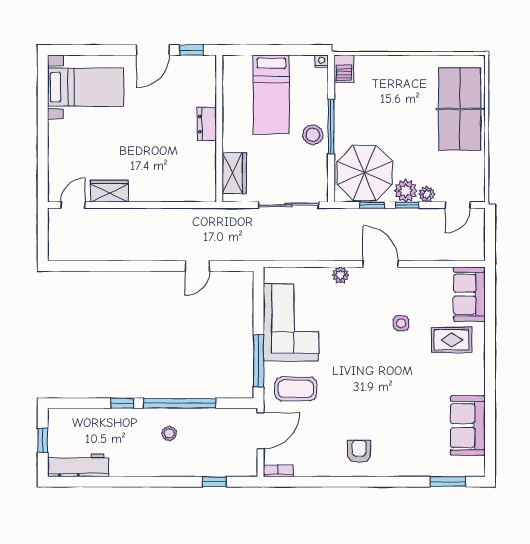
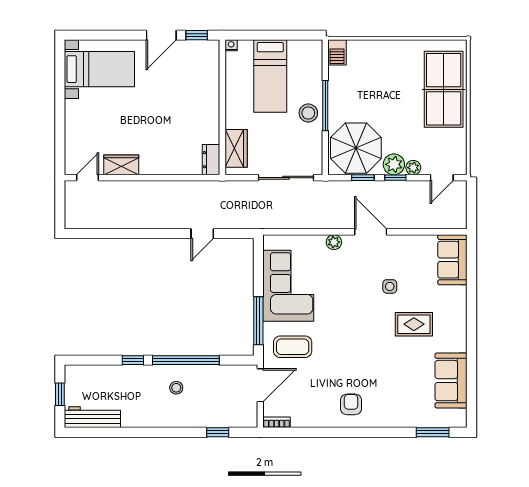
nightstand: (322, 61) -> (231, 45), moved
dresser: (207, 124) -> (211, 160), moved
rug: (452, 340) -> (414, 324), moved

